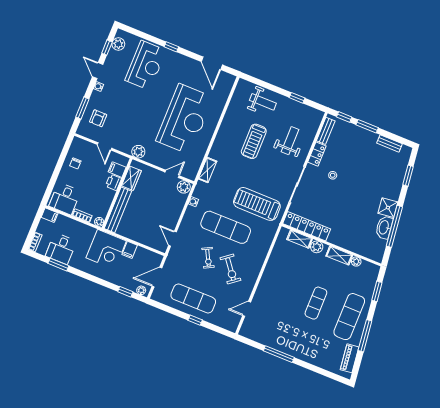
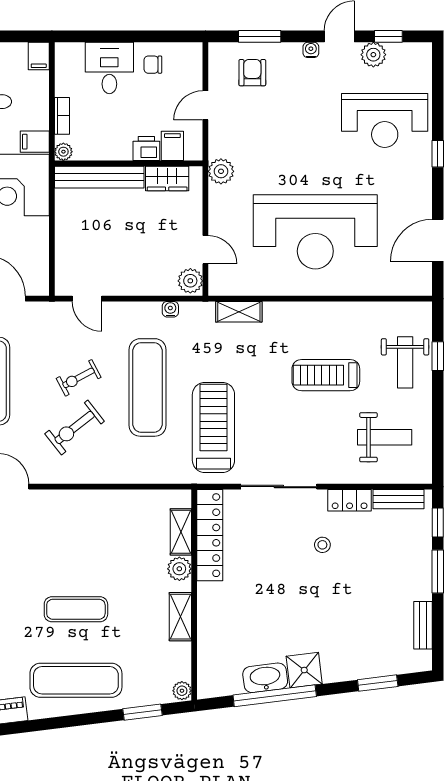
plant: (118, 44) -> (373, 55), moved
window: (297, 98) -> (438, 356), moved
armchair: (98, 118) -> (252, 73), turned 90
weight bench: (290, 141) -> (385, 437), moved
desk: (65, 199) -> (109, 68), moved, turned 90
door: (172, 239) -> (87, 299), swing flipped
filing cabinet: (130, 250) -> (35, 142), moved
plant: (356, 261) -> (182, 691), moved
window: (365, 336) -> (52, 723), removed

